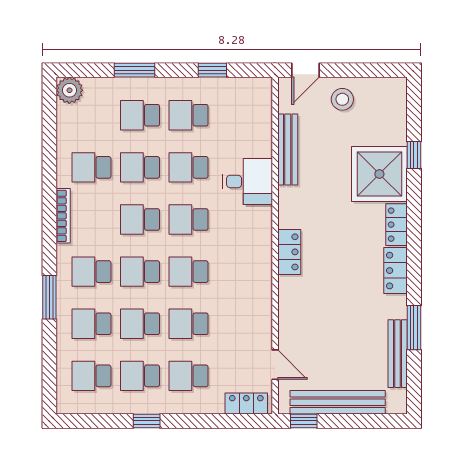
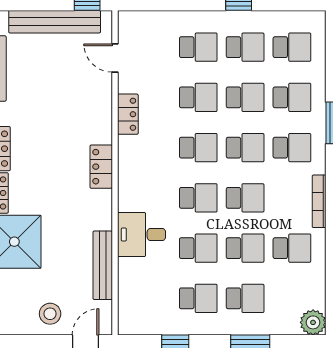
locker: (246, 403) -> (128, 114), moved, turned -90

